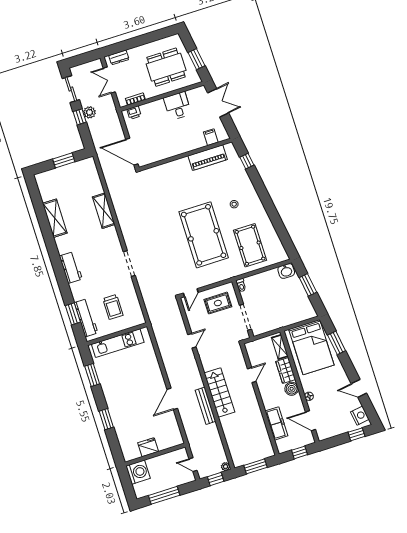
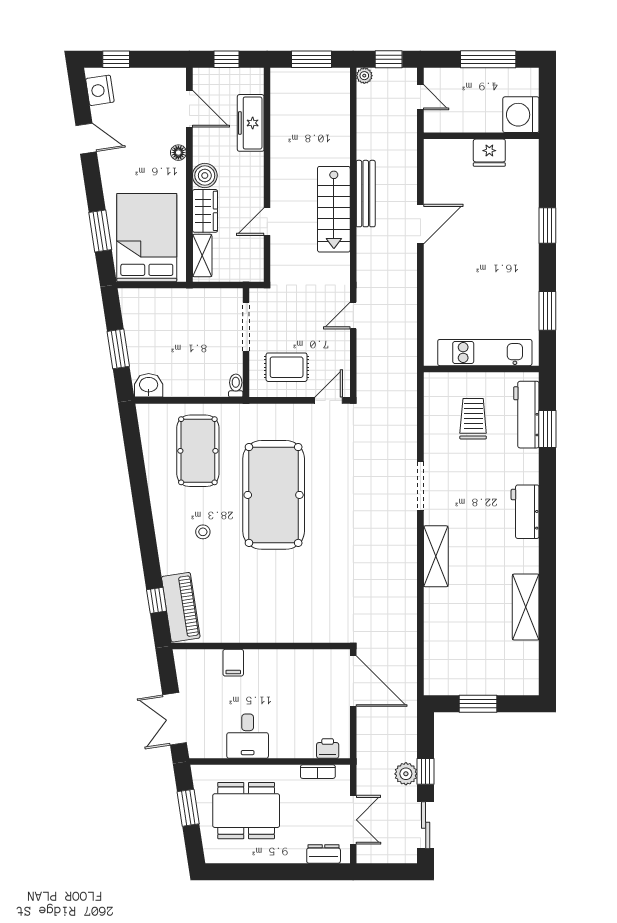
filing cabinet: (211, 137) -> (233, 663), moved
piano: (208, 158) -> (181, 607), moved, turned 81
shelving: (104, 211) -> (436, 556), moved

